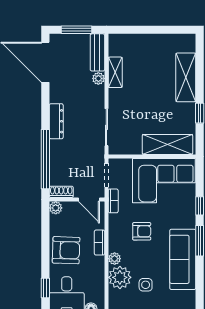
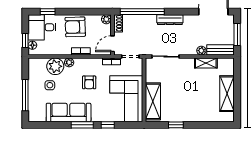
shelving: (186, 77) -> (227, 94), moved, turned 90
armchair: (66, 250) -> (75, 27), turned 86

